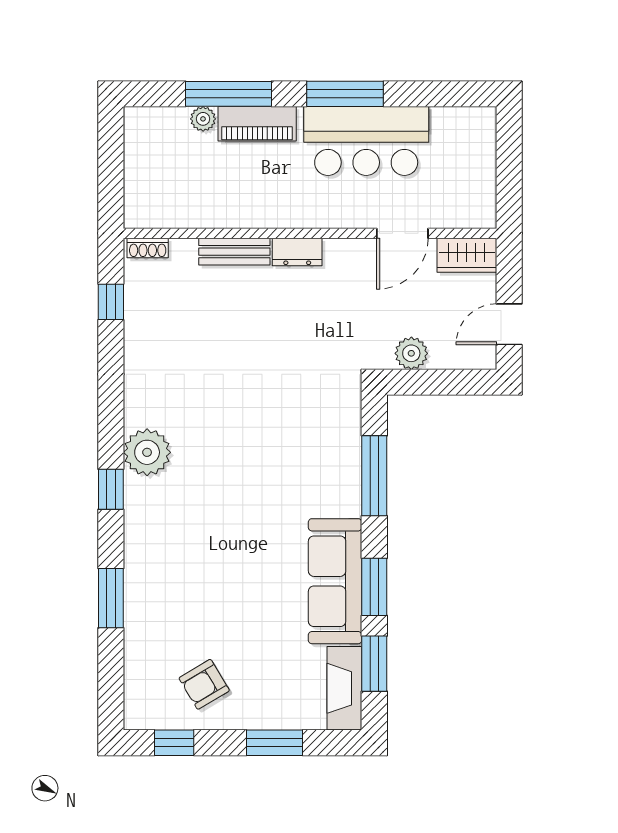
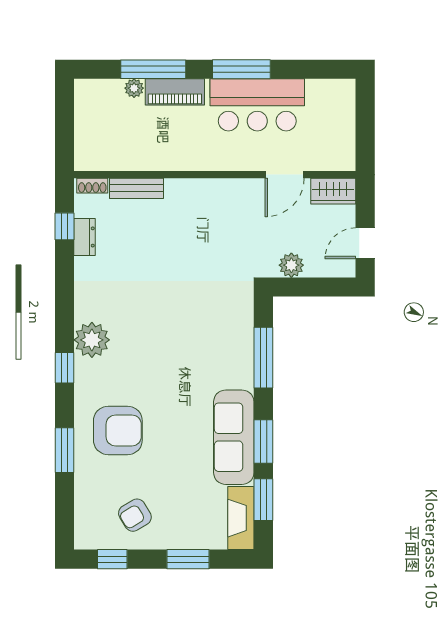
bench: (234, 252) -> (136, 188), moved
dresser: (297, 252) -> (85, 237), moved, turned -90
armchair: (182, 572) -> (118, 430), added

